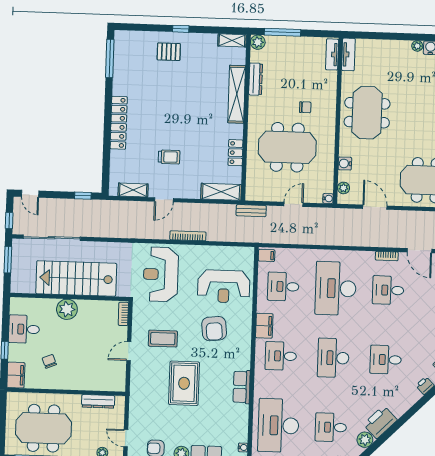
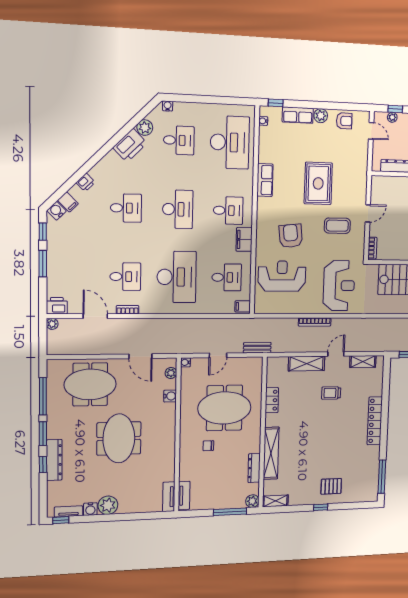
plant: (417, 46) -> (108, 505), width x1.87, depth x1.87
meeting table: (367, 113) -> (119, 438), moved
shelving: (221, 192) -> (307, 364), moved

